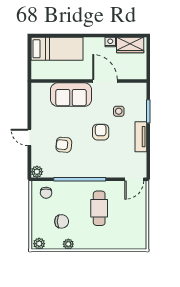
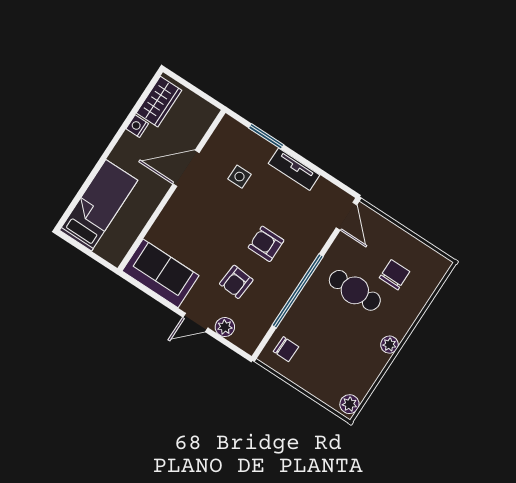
sofa: (71, 95) -> (160, 273), moved, turned -90
armchair: (101, 132) -> (266, 244), moved
plant: (37, 172) -> (225, 327), moved
chair: (62, 221) -> (395, 275), moved
plant: (68, 244) -> (389, 345), moved

